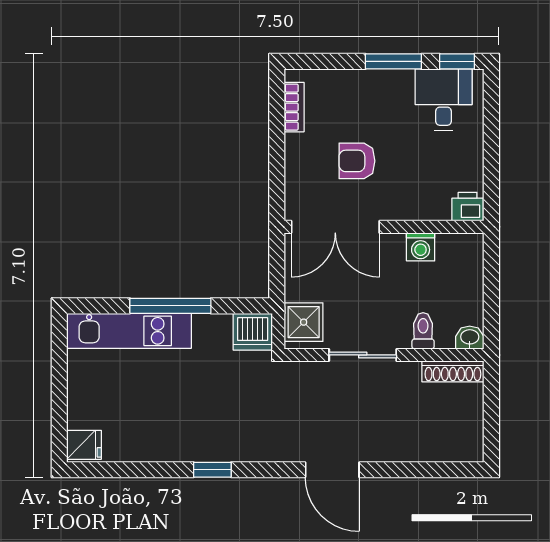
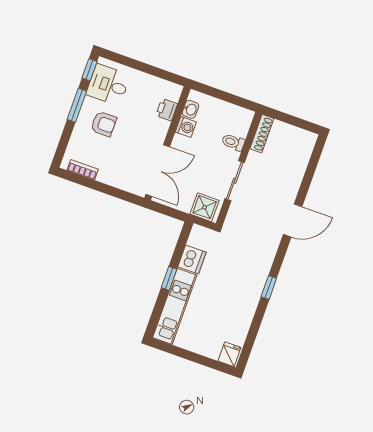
armchair: (357, 161) -> (104, 124), moved, turned -90
printer: (468, 207) -> (167, 110), moved
window: (170, 306) -> (169, 278), width x0.46
dishwasher: (253, 332) -> (192, 260), moved
washbasin: (470, 338) -> (190, 109), moved, turned 180

